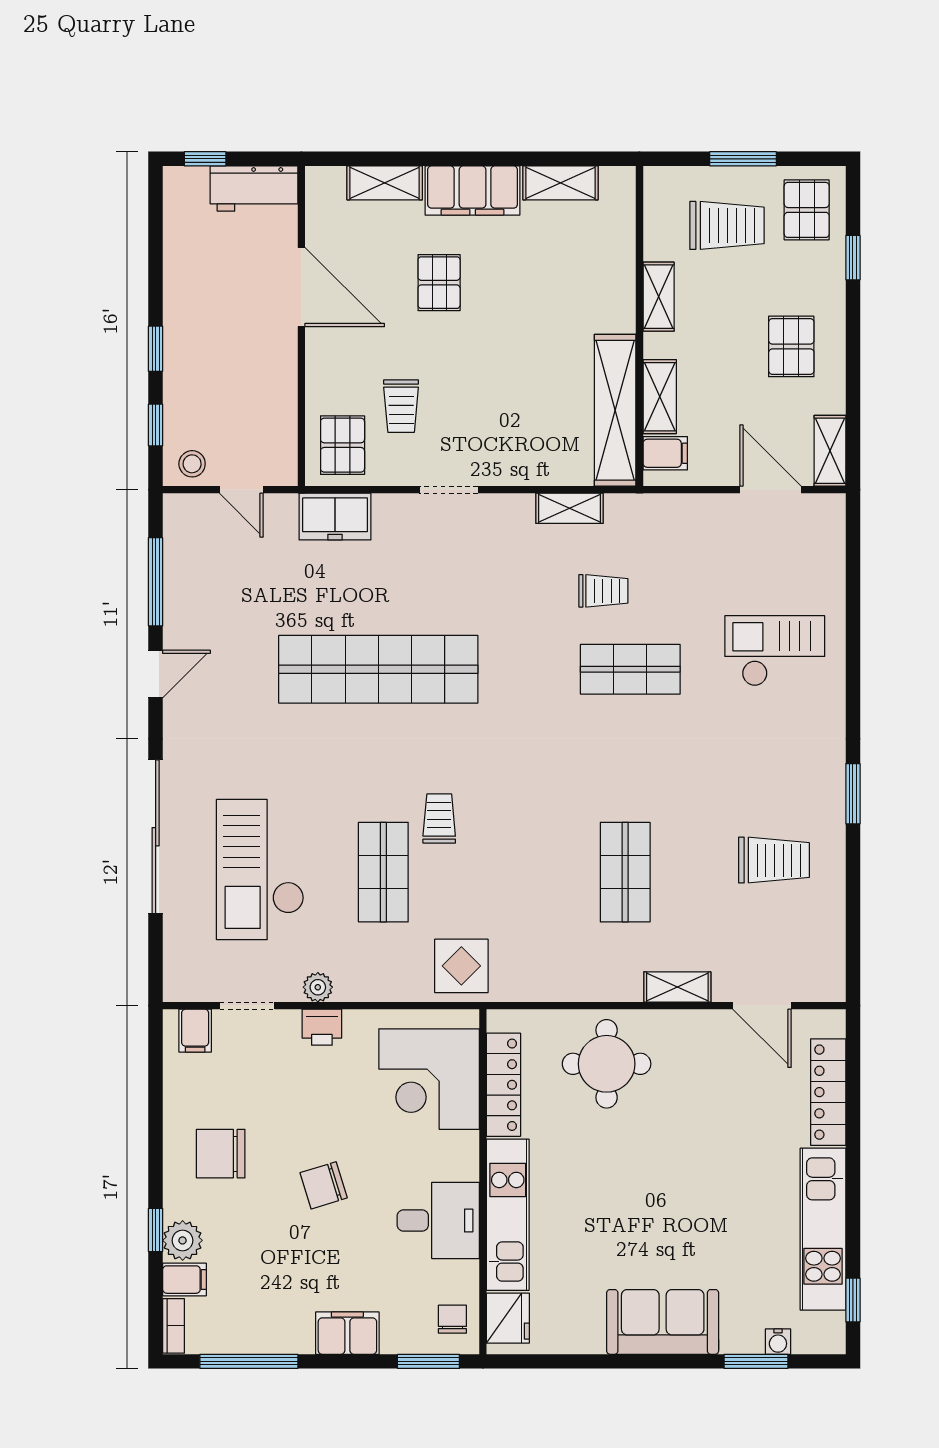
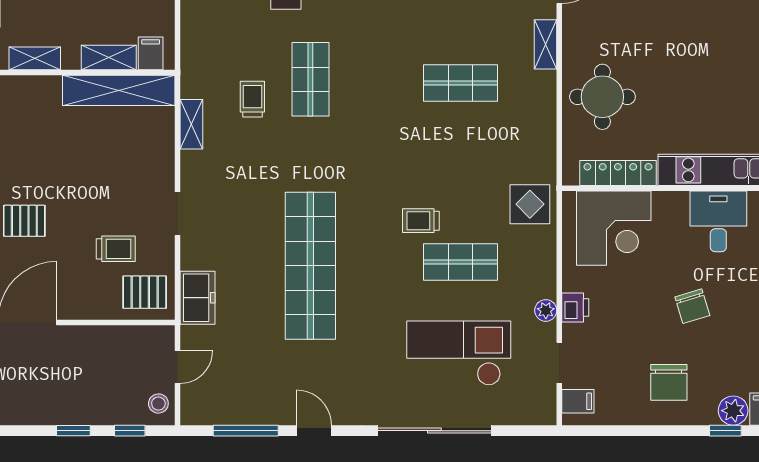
checkout: (260, 870) -> (459, 353), turned 180

